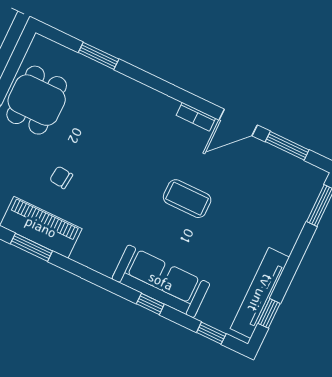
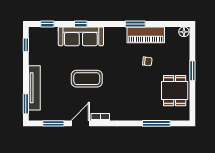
window: (99, 56) -> (156, 123), width x1.44
coffee table: (187, 199) -> (87, 79), width x1.36, depth x1.32
window: (31, 247) -> (135, 24), moved
tv unit: (260, 293) -> (34, 88), moved

